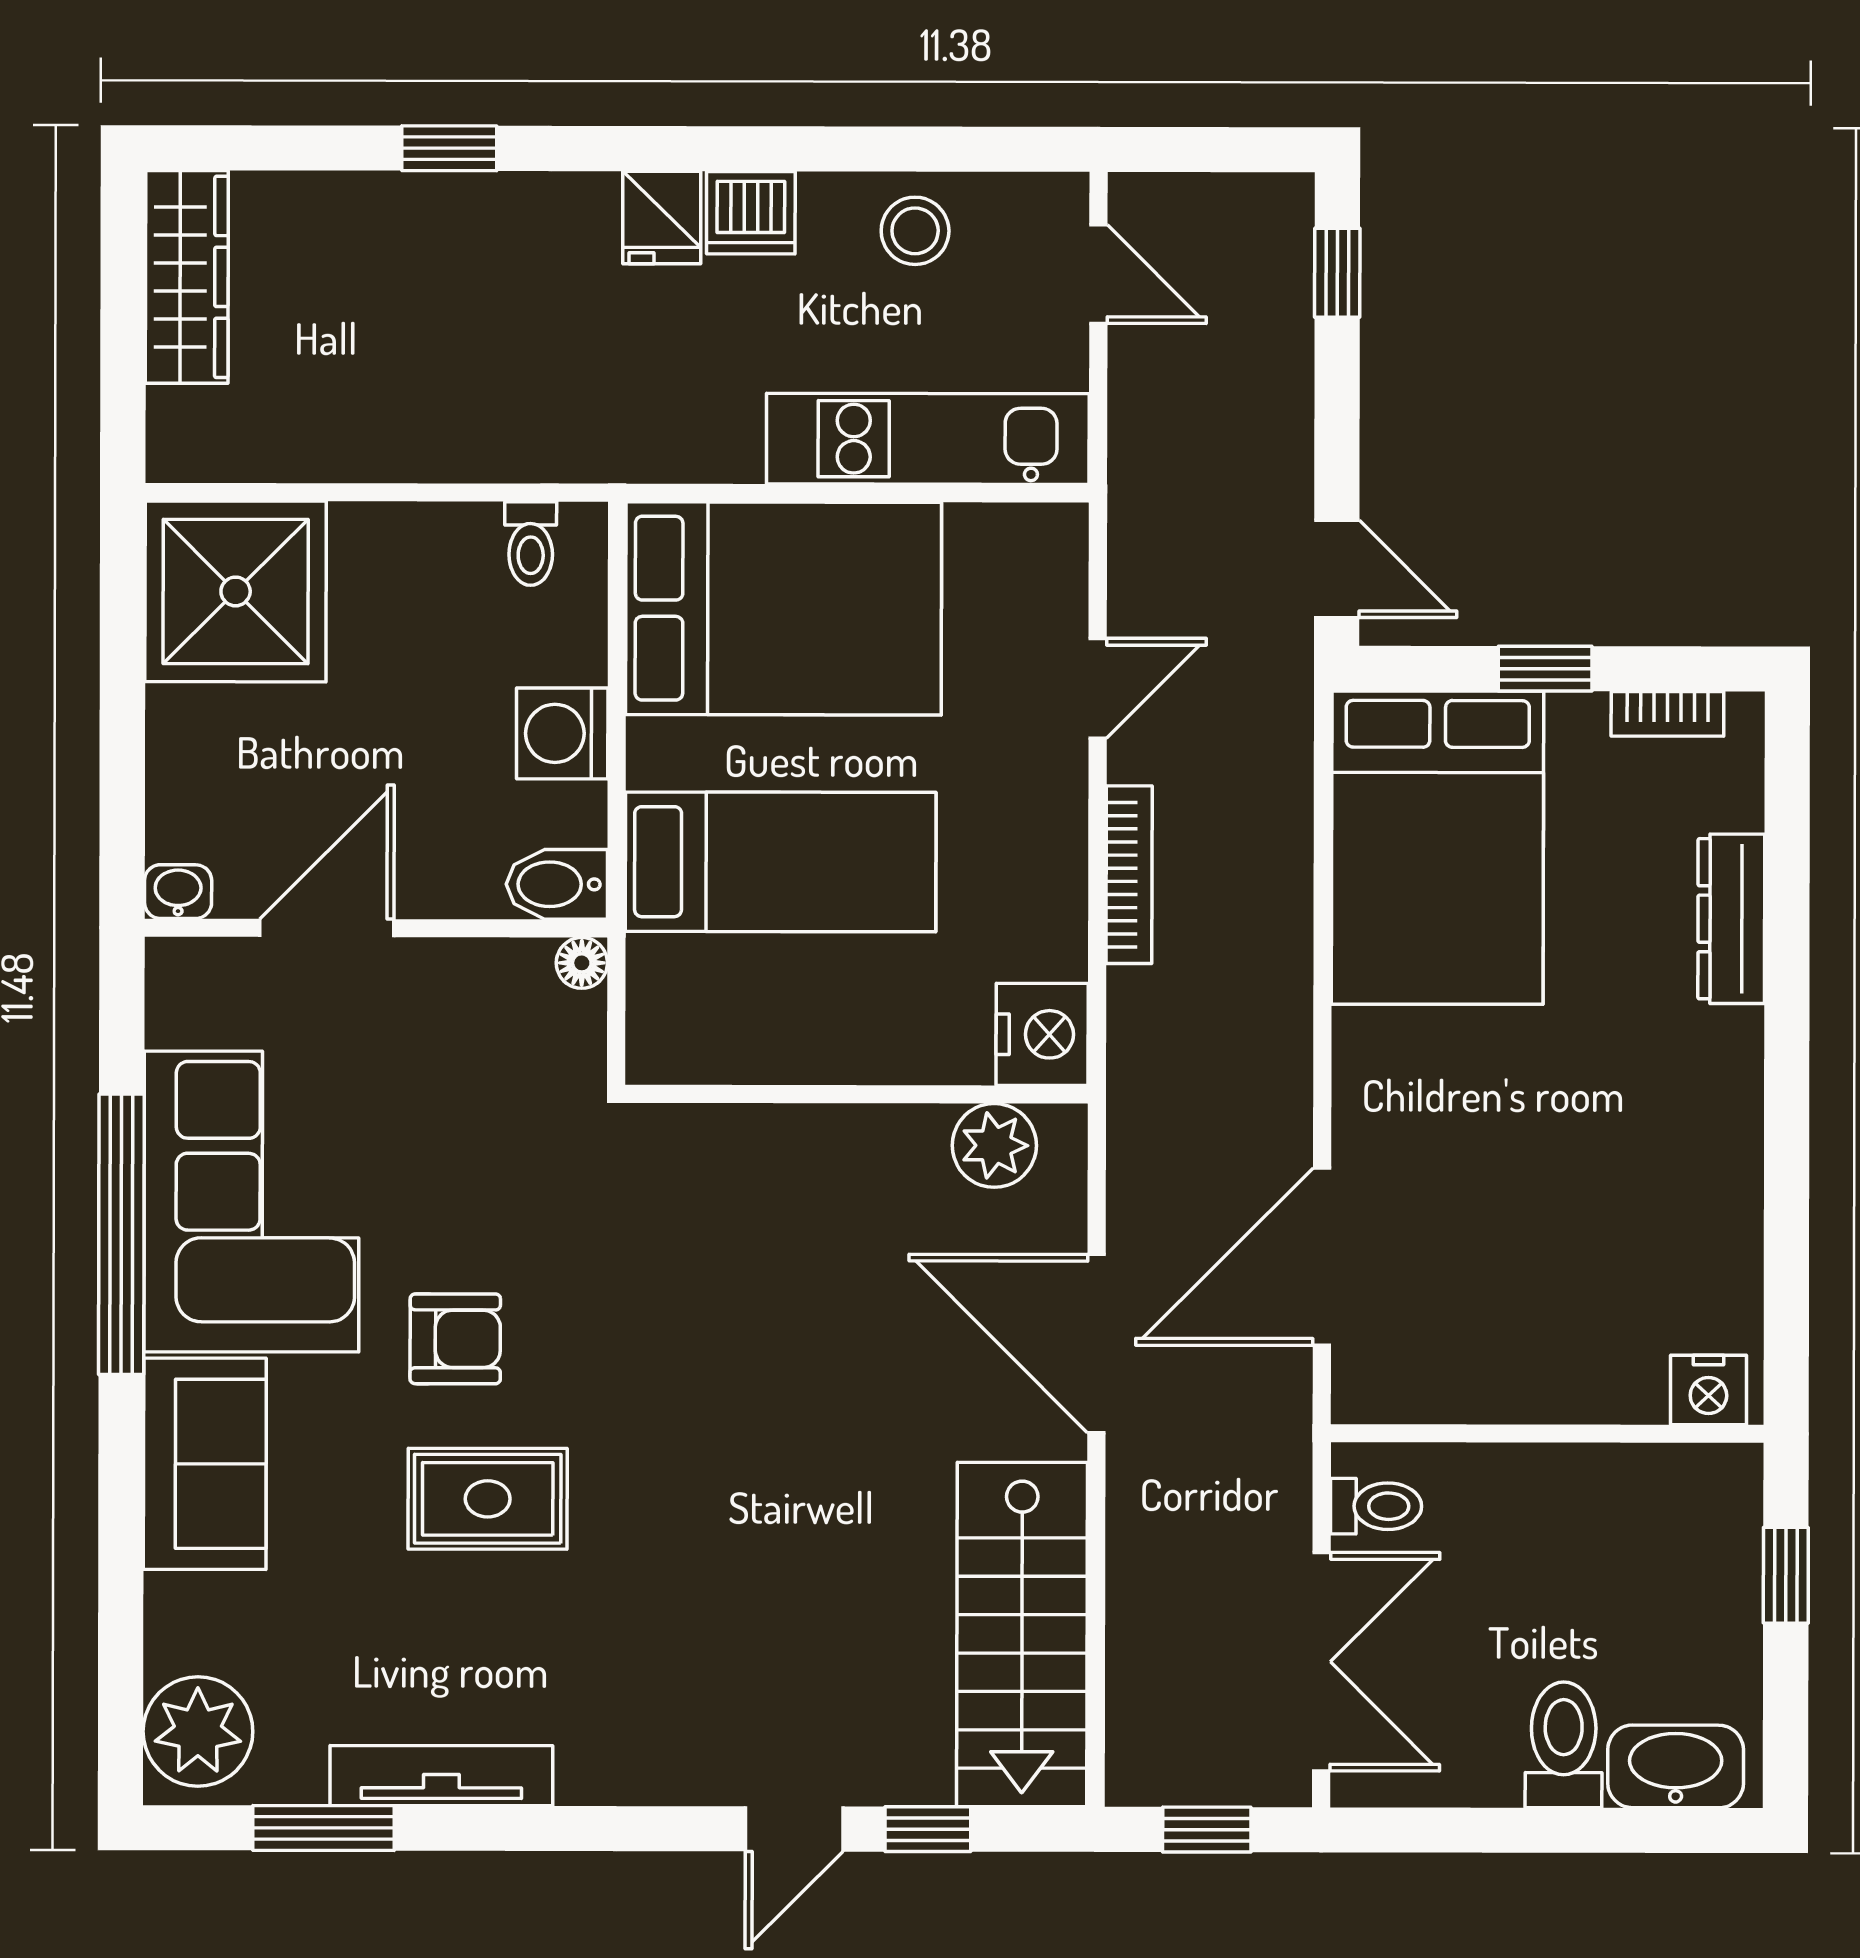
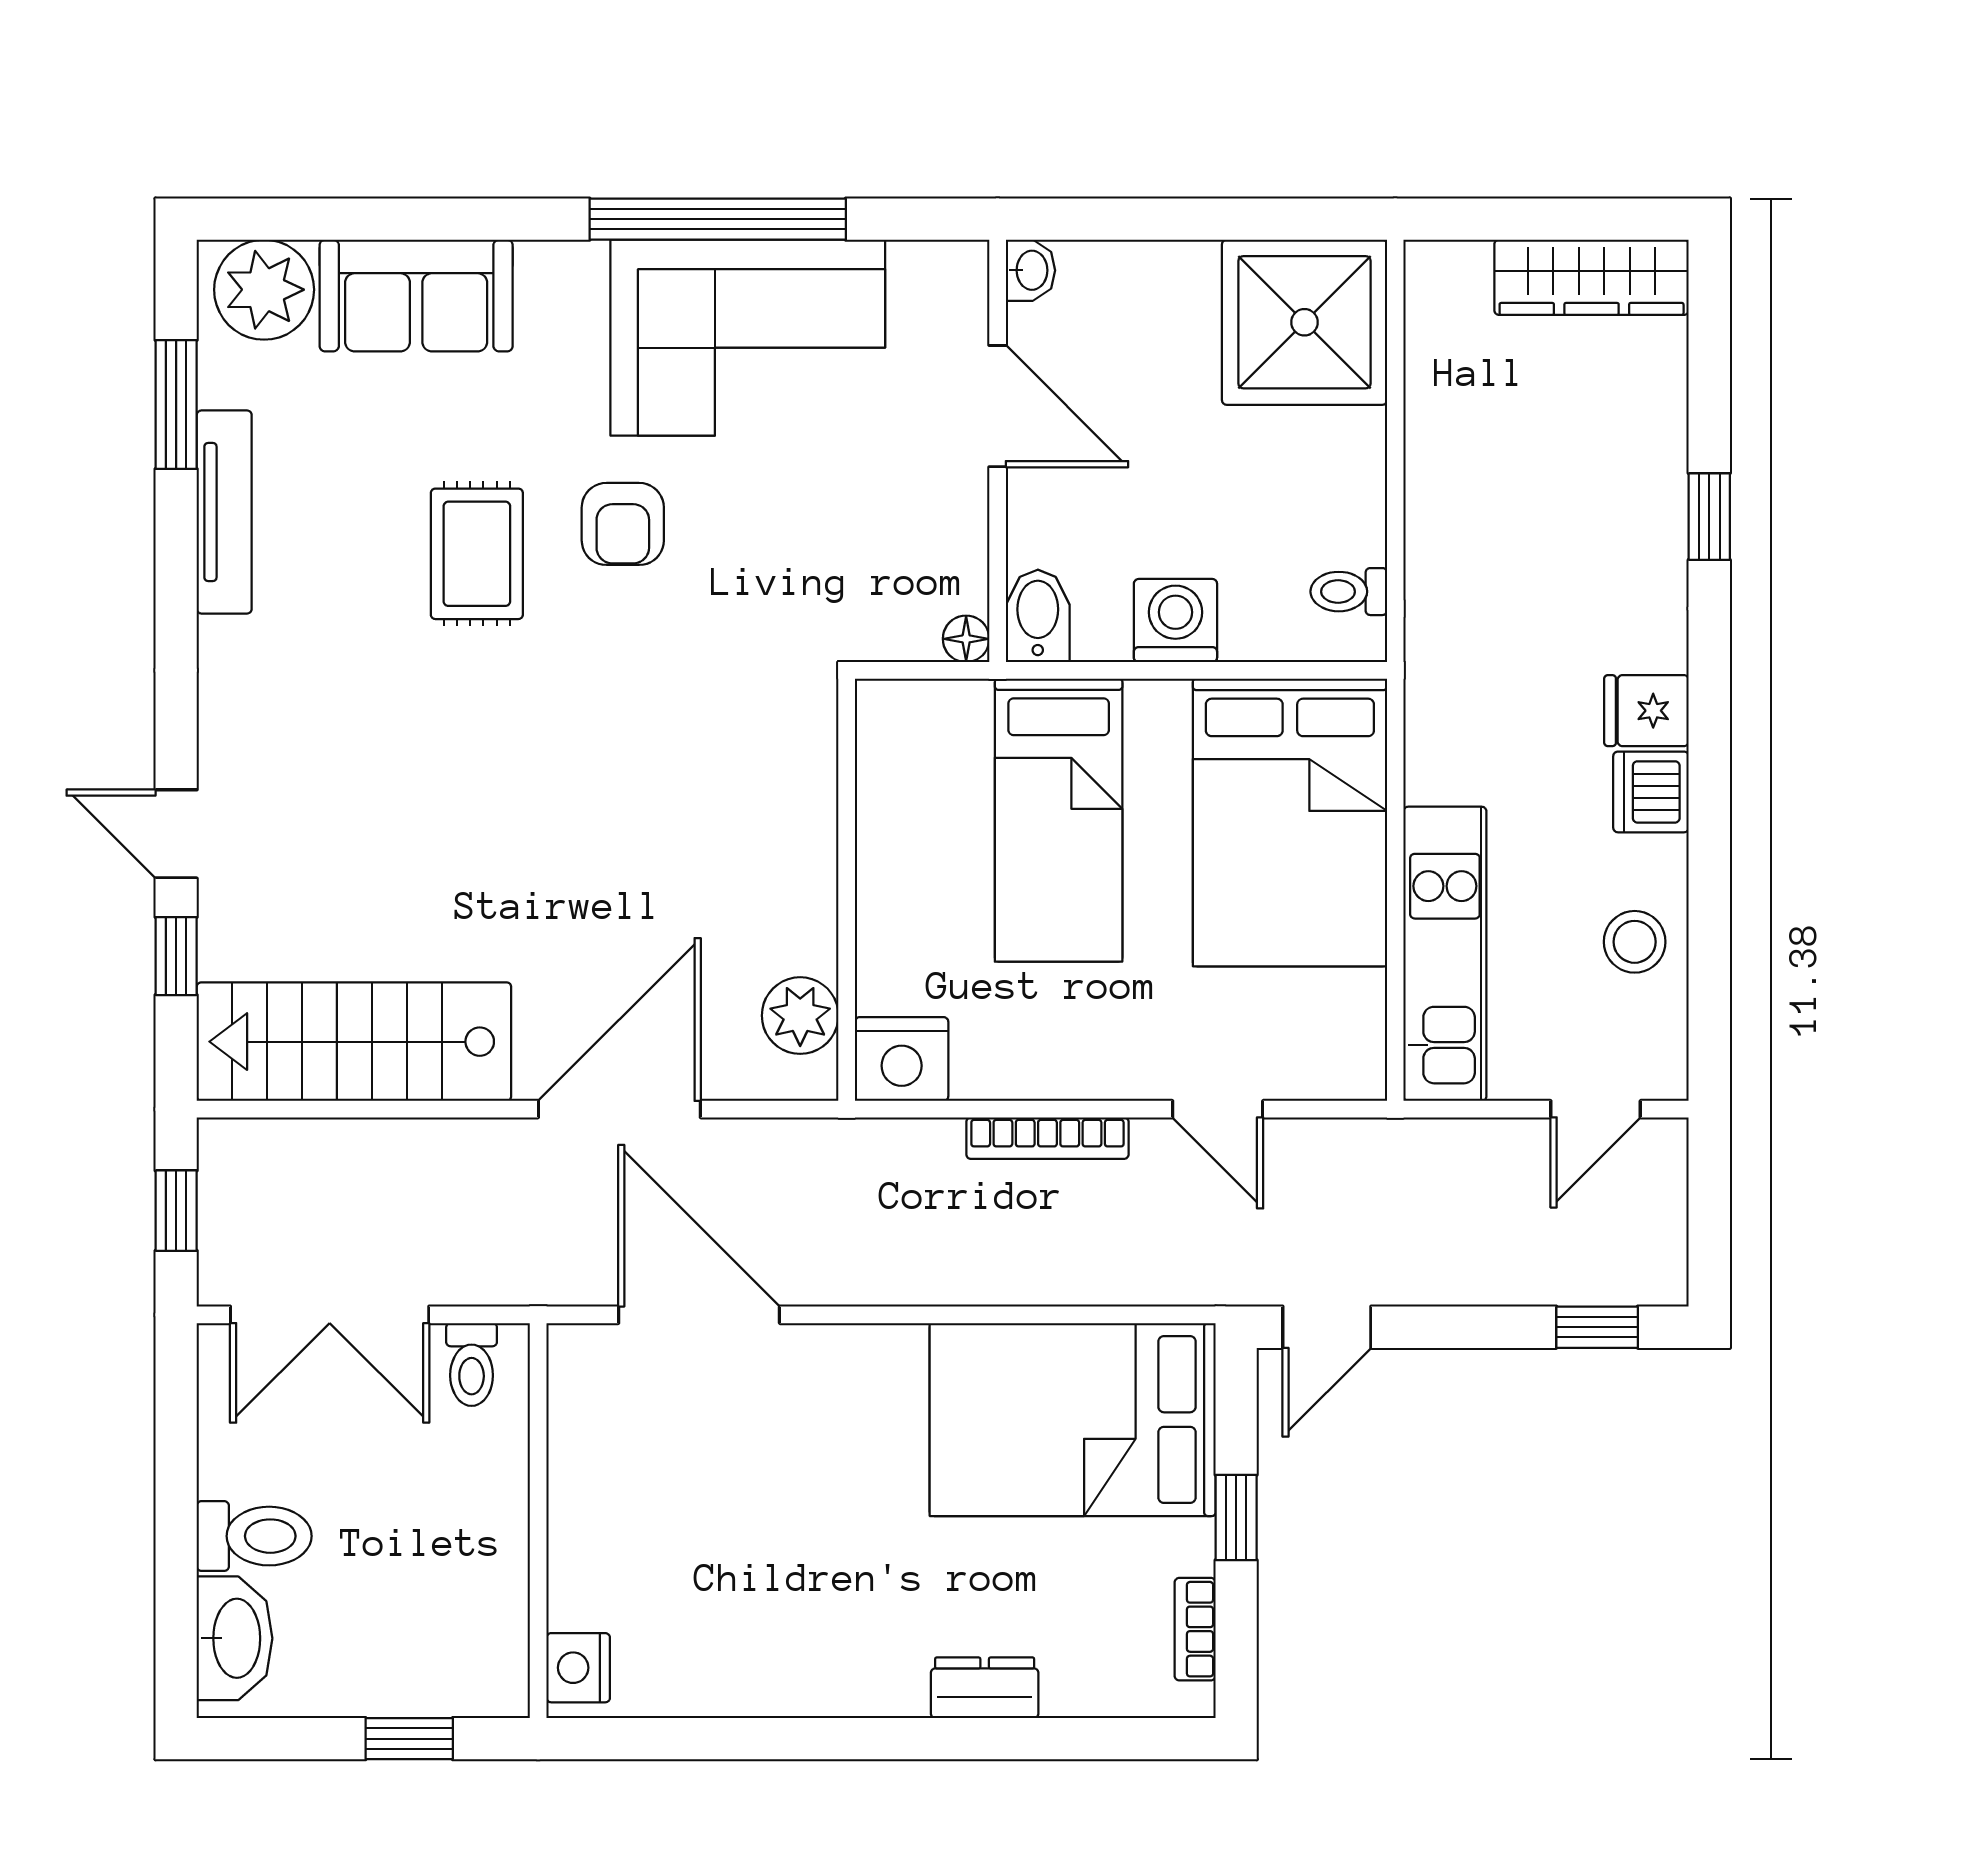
dresser: (1731, 919) -> (985, 1688), width x0.70
sofa: (205, 1464) -> (416, 296), moved

